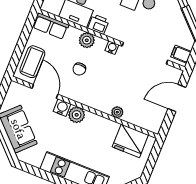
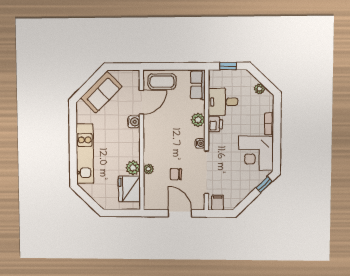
chair: (79, 69) -> (176, 174), moved
plant: (77, 115) -> (133, 168), moved

